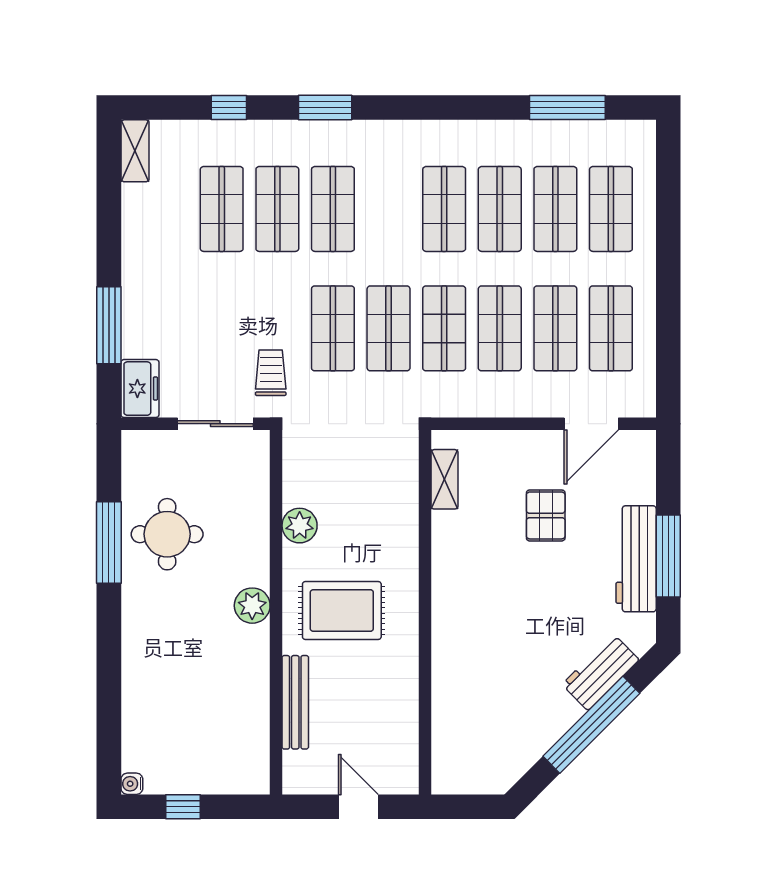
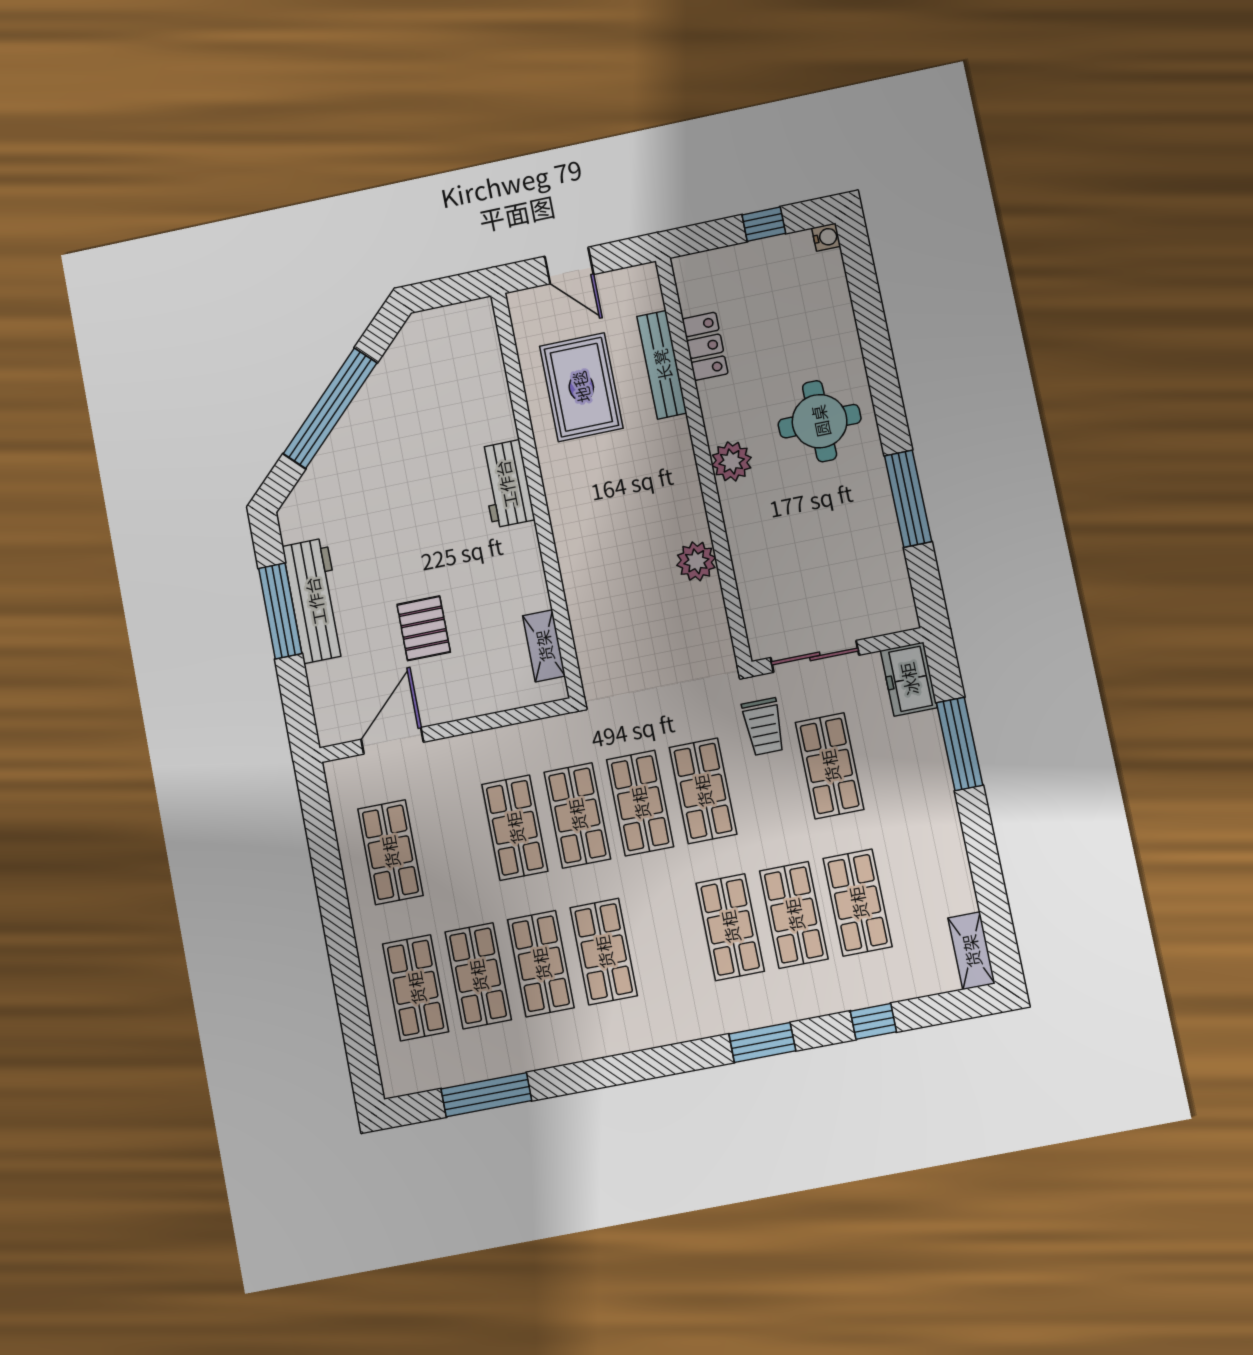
shop shelf: (555, 328) -> (830, 766), moved
round table: (167, 534) -> (820, 421), moved
rug: (342, 610) -> (581, 387), moved, turned 90
workbench: (600, 672) -> (506, 484), moved, turned 135
locker: (255, 711) -> (705, 346), added

